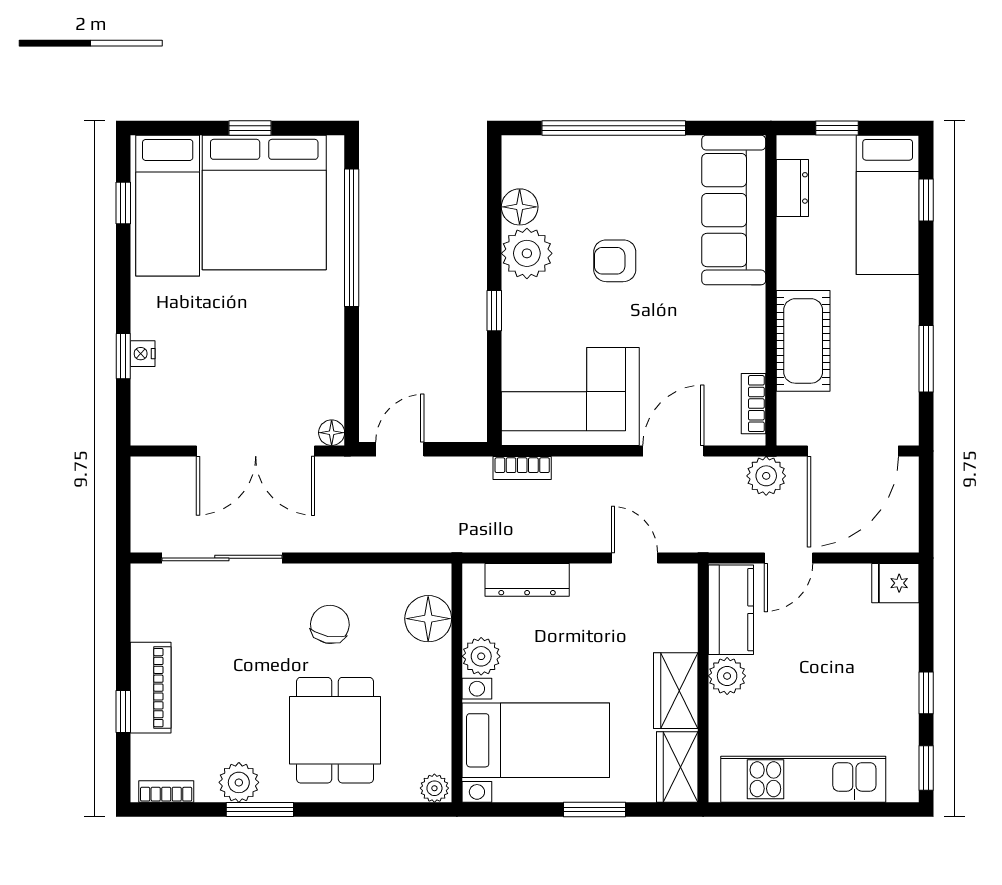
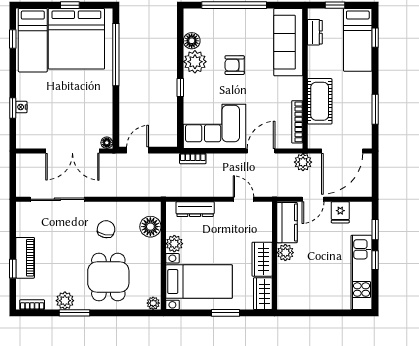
bookcase: (753, 404) -> (297, 122), width x1.56
fridge: (895, 583) -> (340, 212), moved, turned -90
window: (926, 768) -> (375, 230), moved
kitchen unit: (803, 779) -> (361, 272), moved, turned -90

